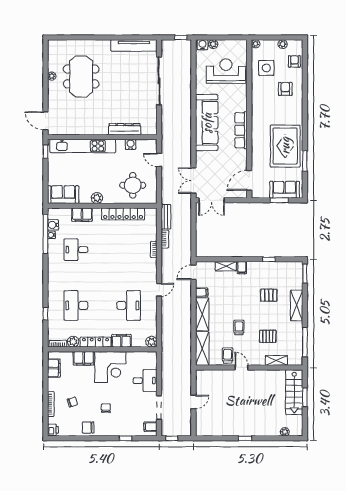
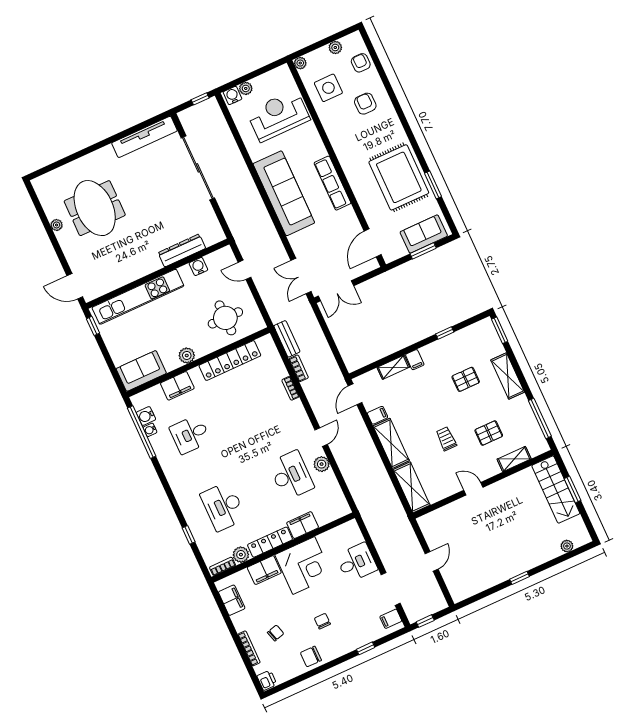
plant: (151, 342) -> (322, 464), moved
trolley: (227, 355) -> (448, 481), removed

